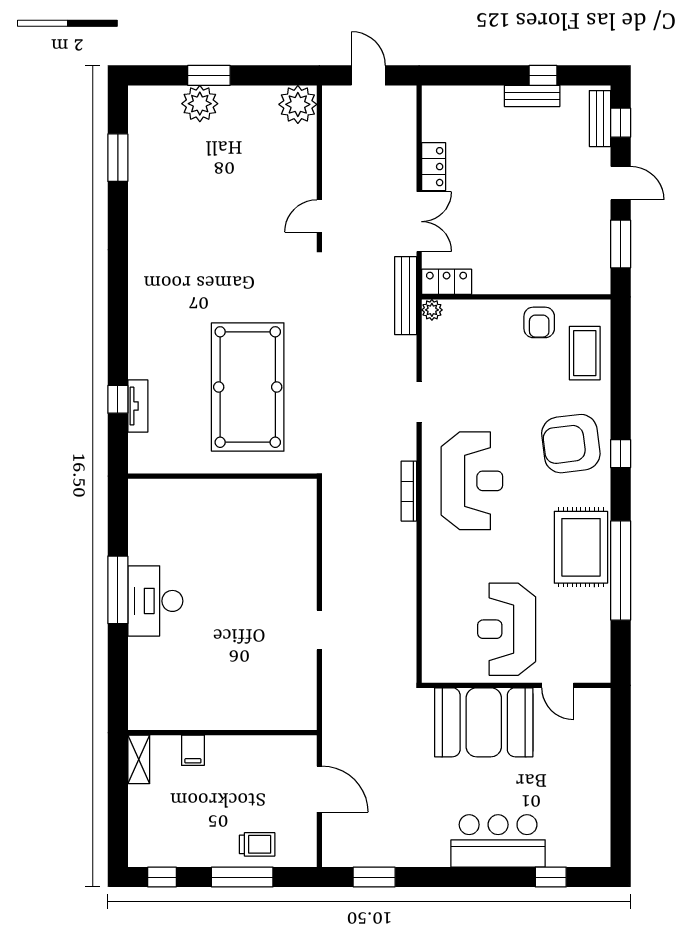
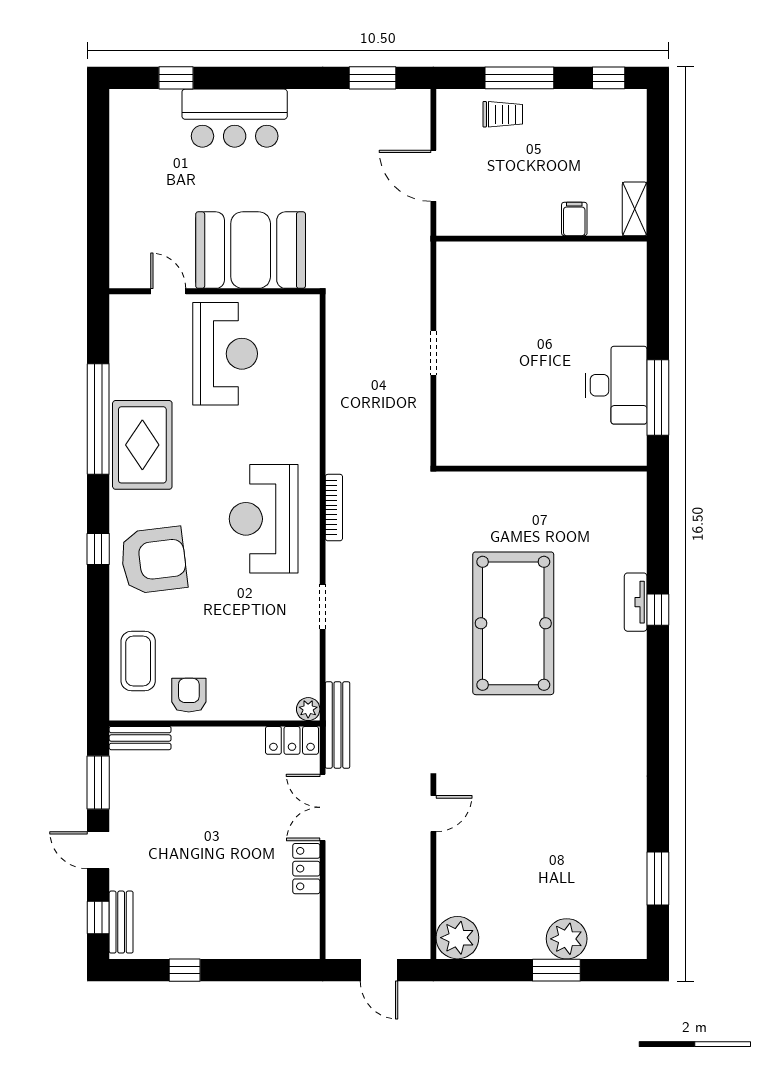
bench: (532, 96) -> (140, 738), moved
wall: (222, 476) -> (541, 469), moved
trolley: (257, 844) -> (503, 114), turned 180

